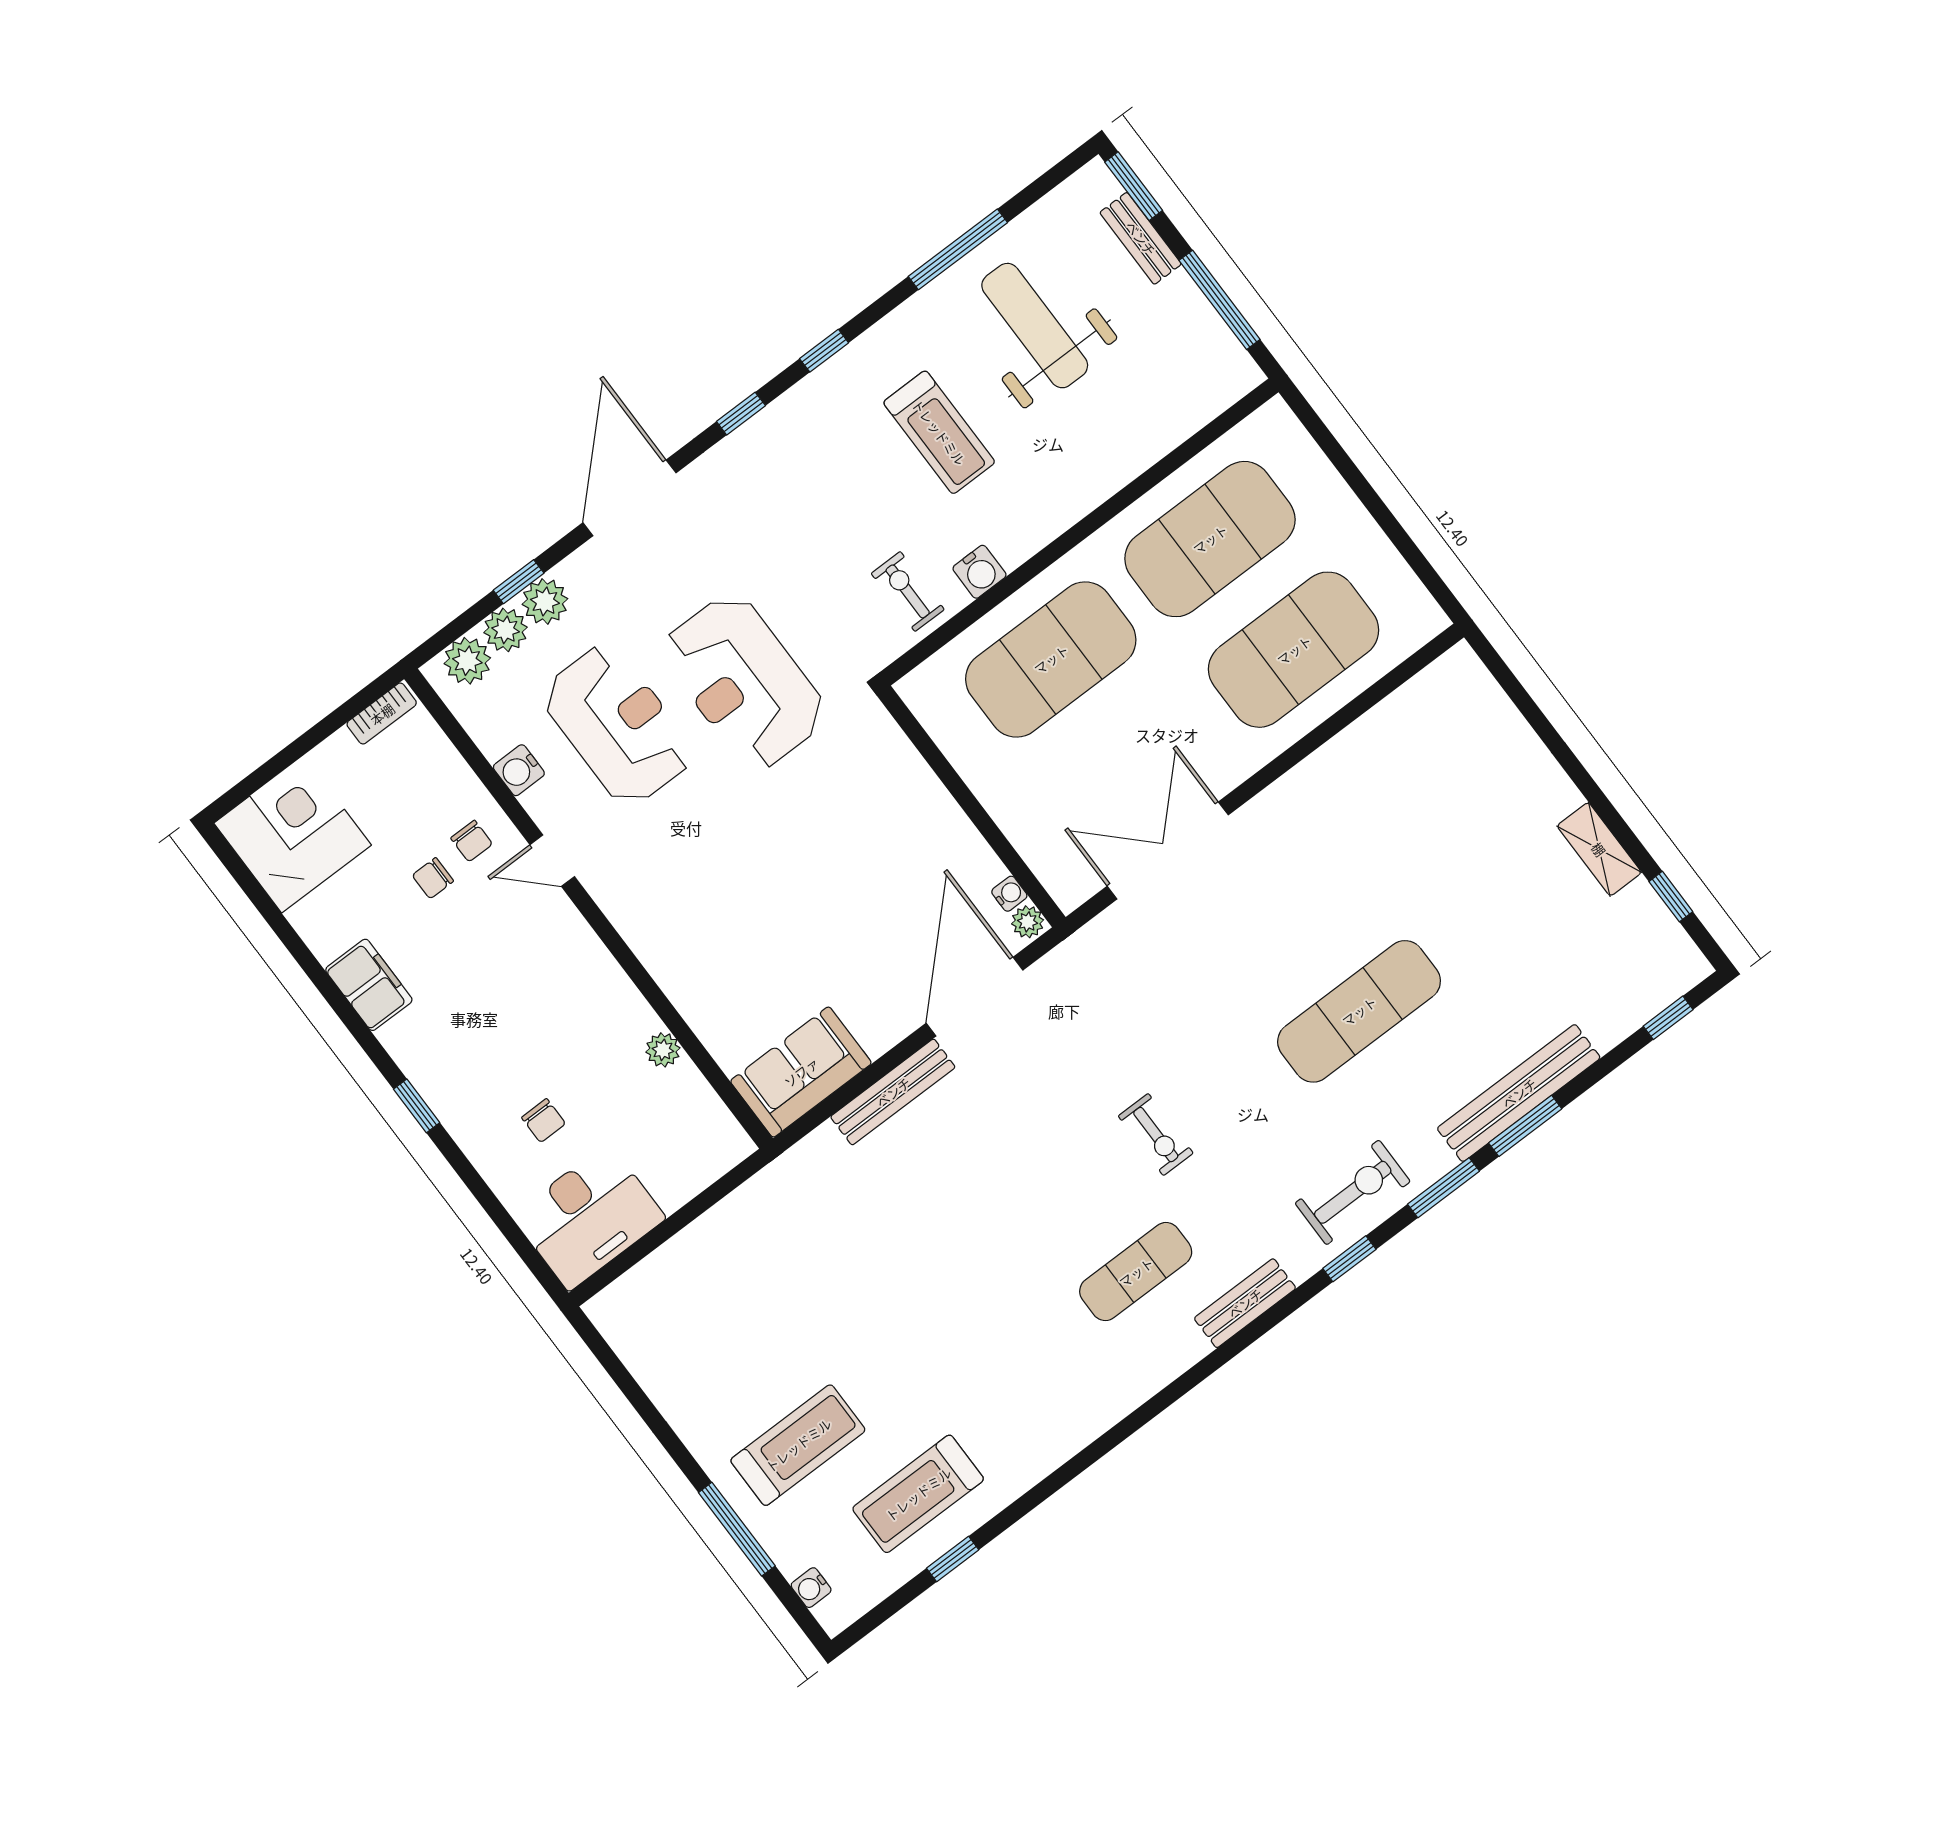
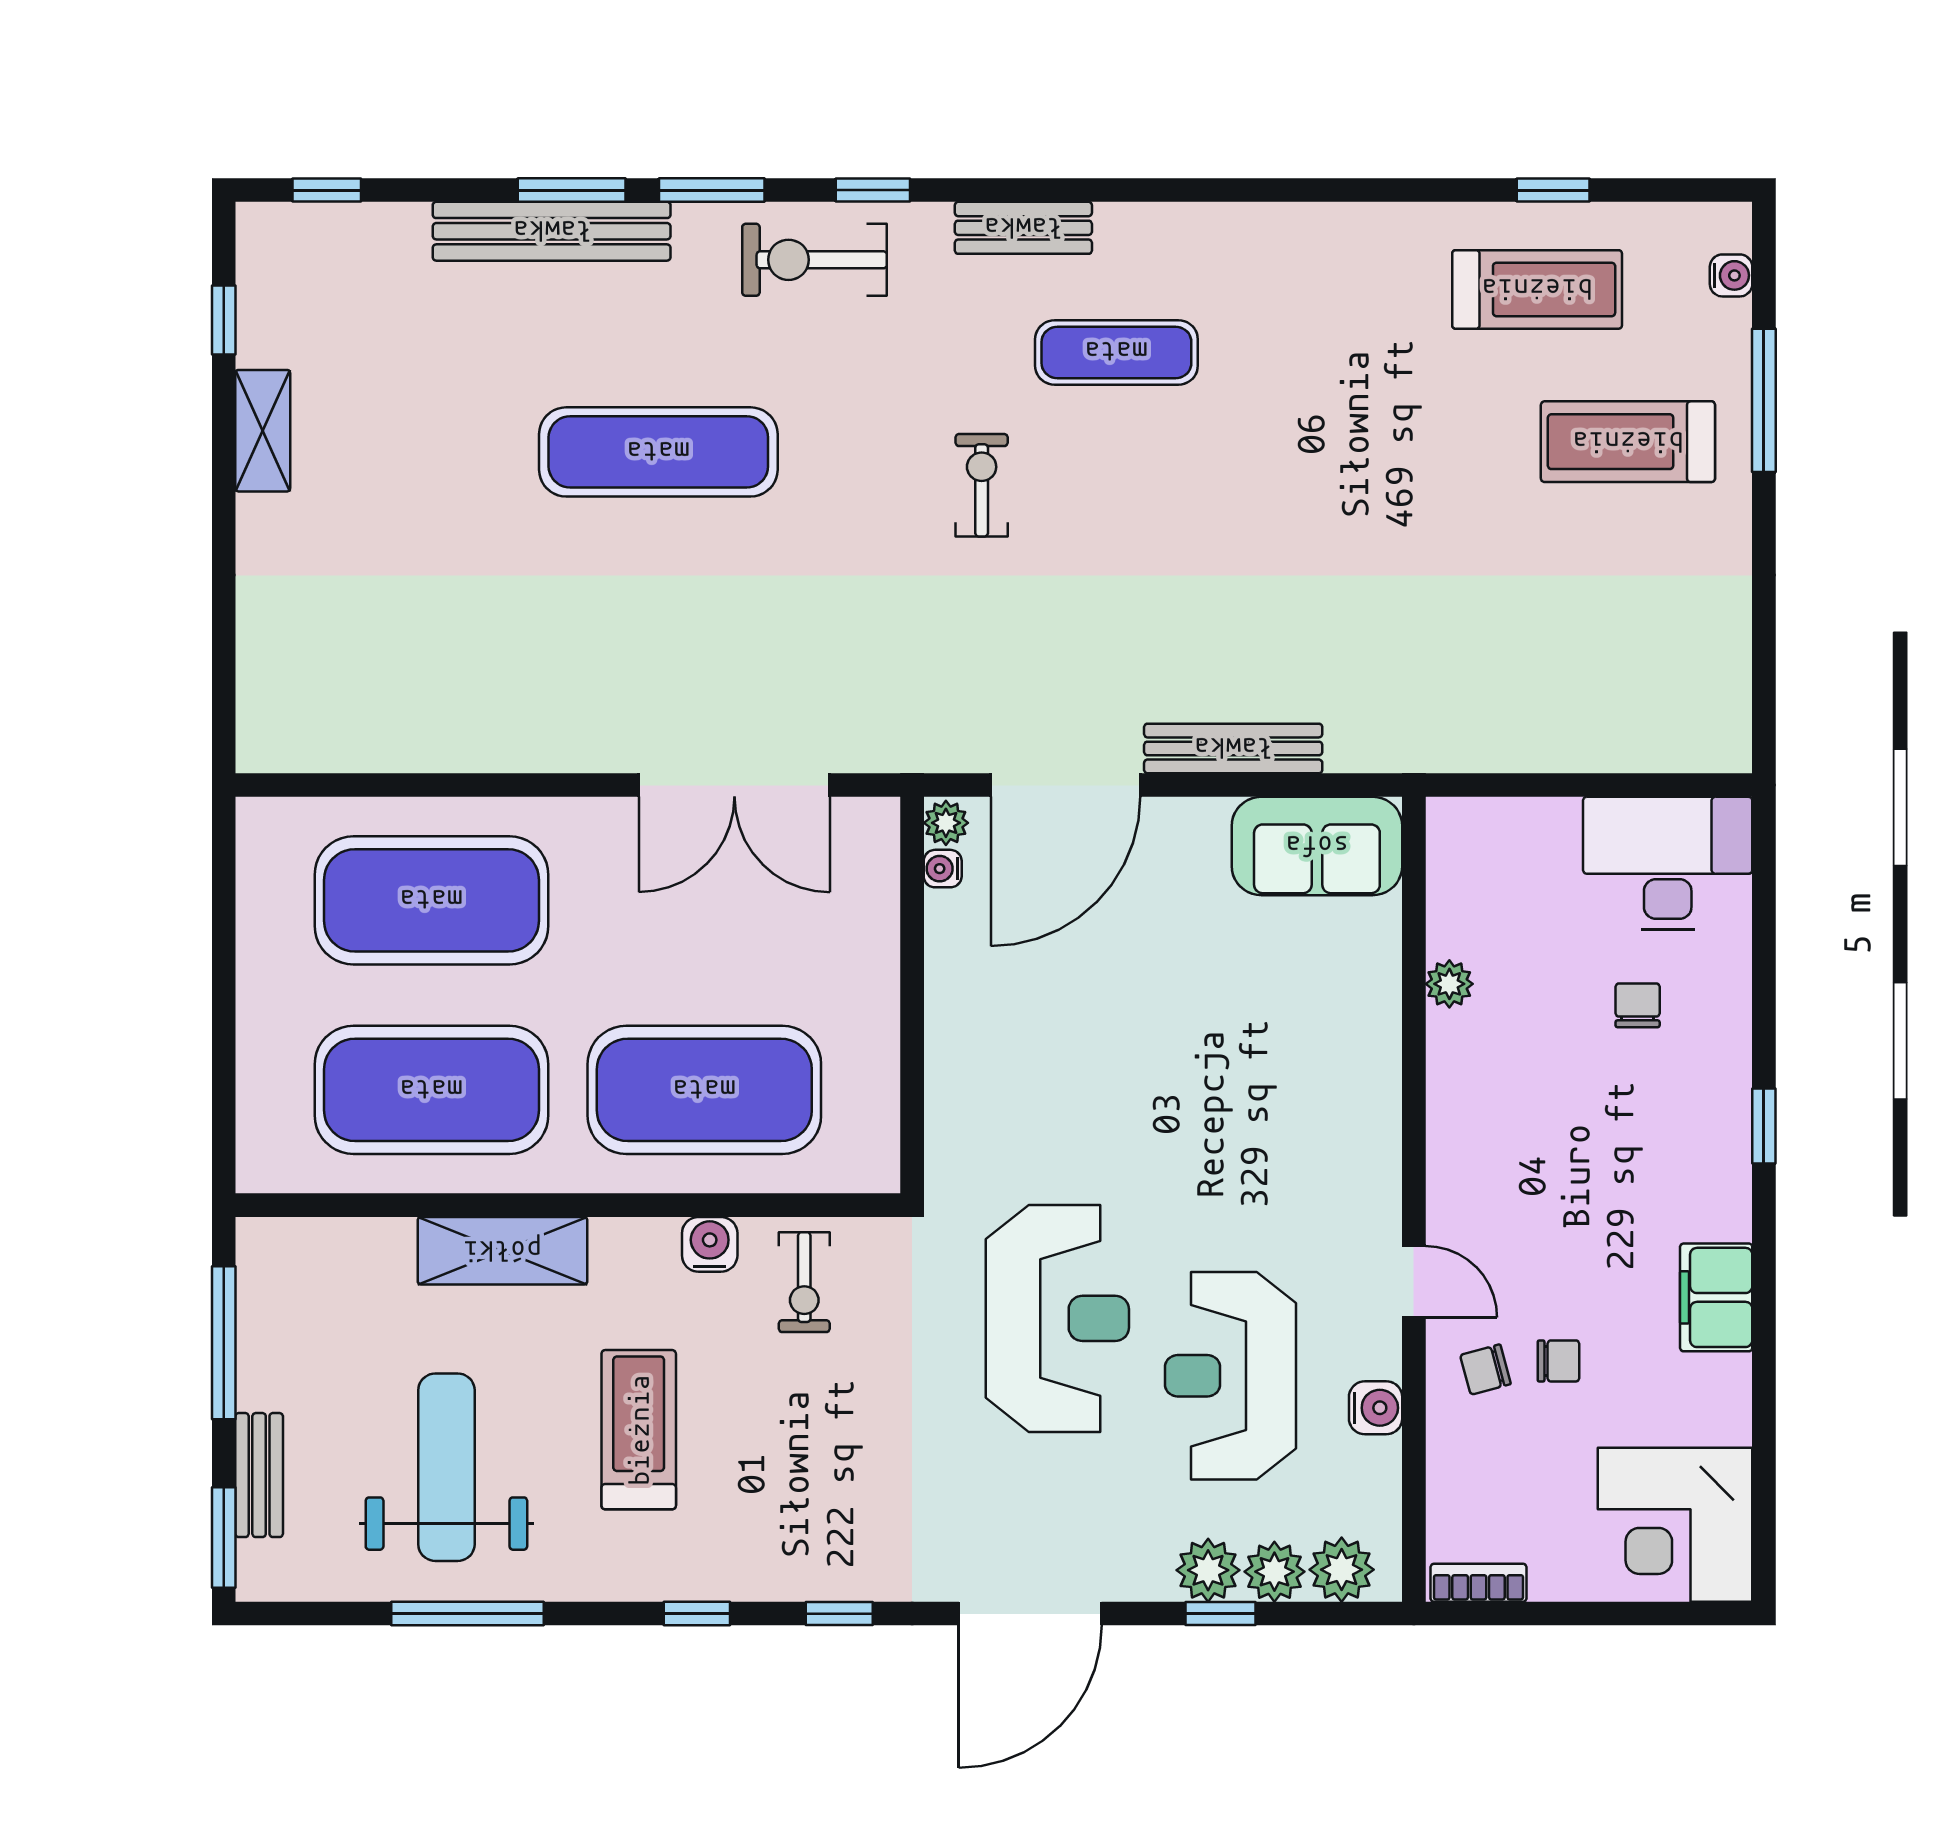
weight bench: (1035, 326) -> (446, 1467), turned 180
shelving: (1098, 477) -> (502, 1251), added
chair: (472, 841) -> (1485, 1369), turned -105

